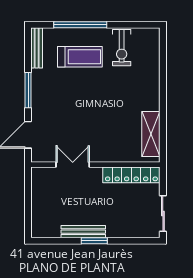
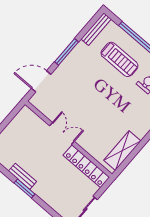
double door: (73, 165) -> (62, 134), moved
bench: (83, 232) -> (22, 176), width x0.73

